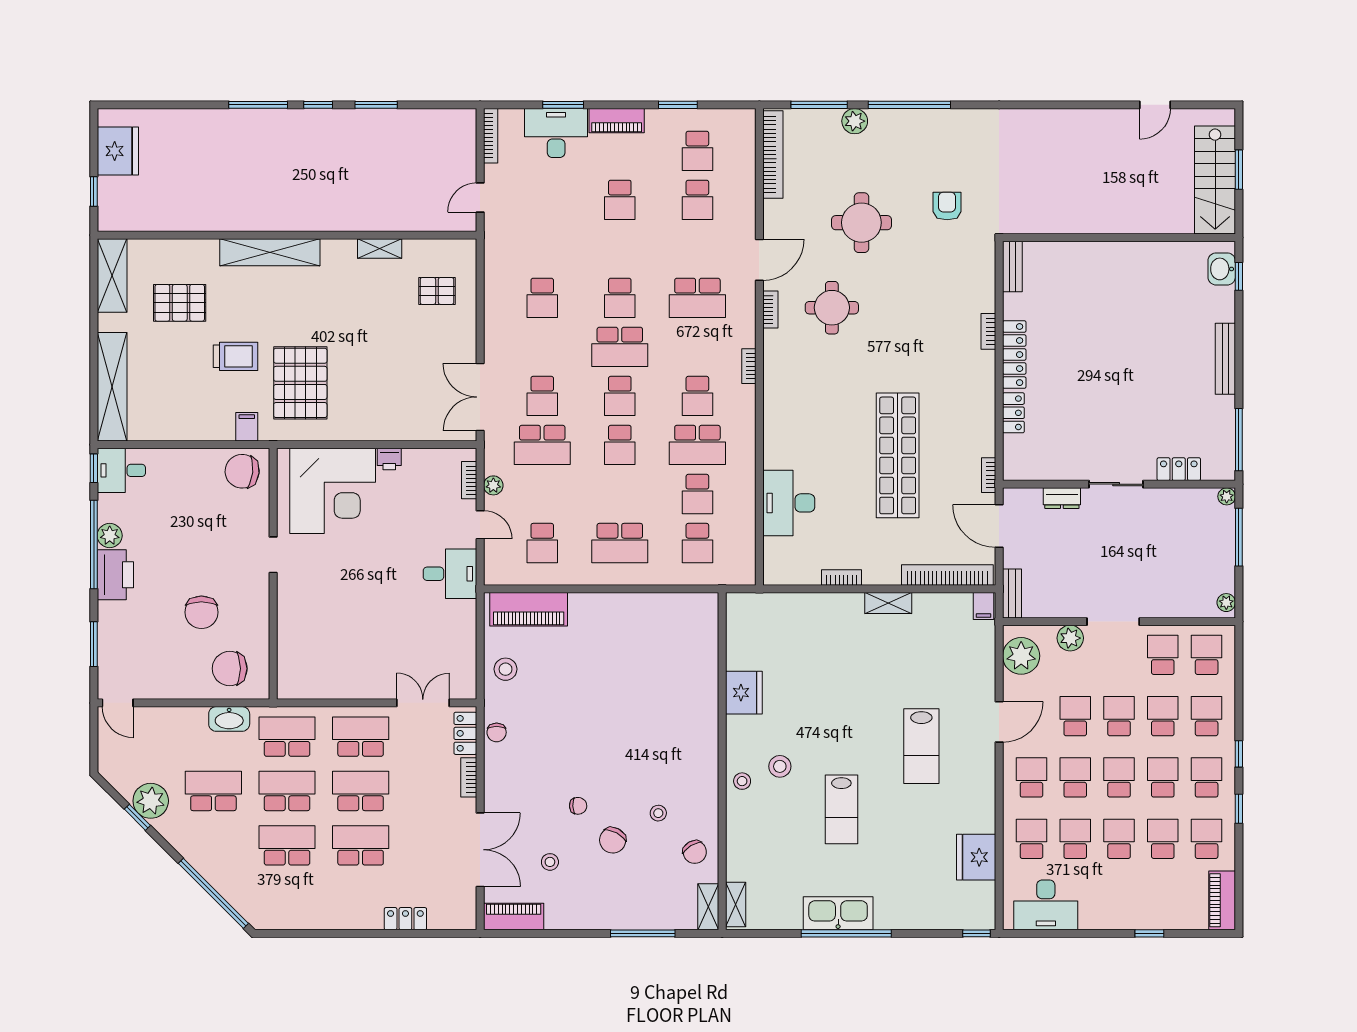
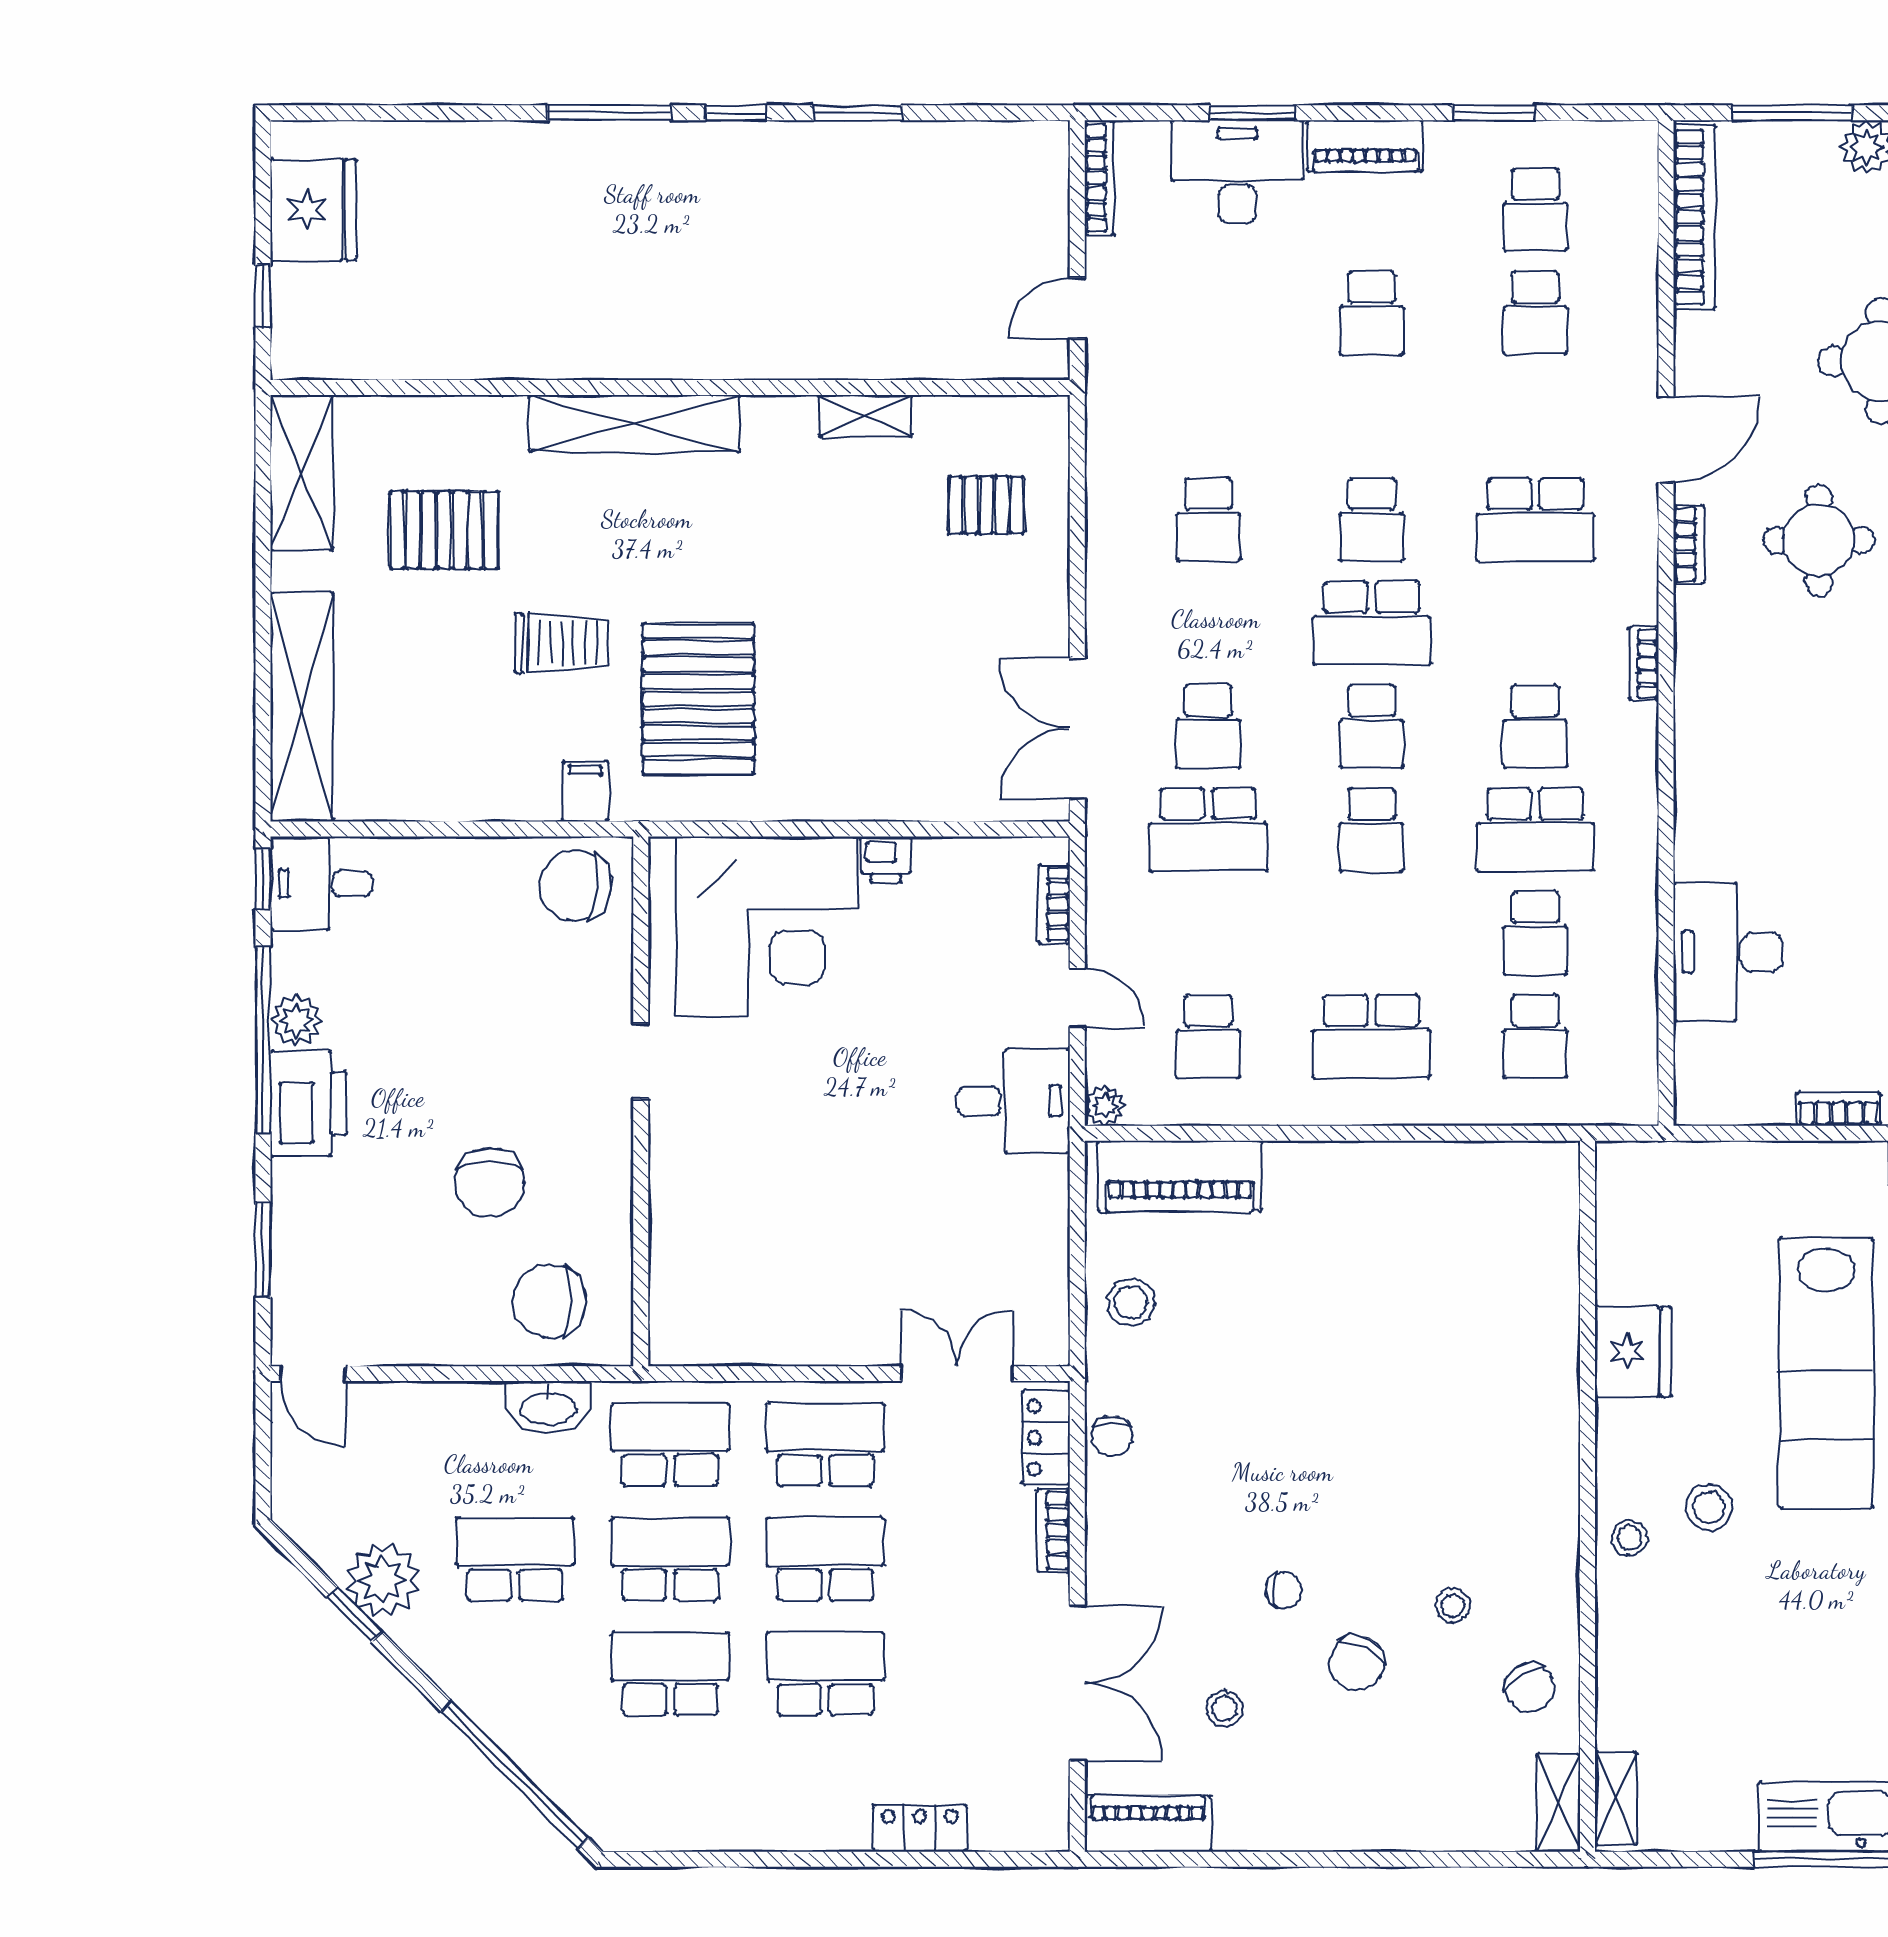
plant: (493, 485) -> (1105, 1106), moved
lab bench: (841, 809) -> (1826, 1373), moved, width x1.86, depth x1.39
window: (643, 933) -> (1420, 1859), removed

